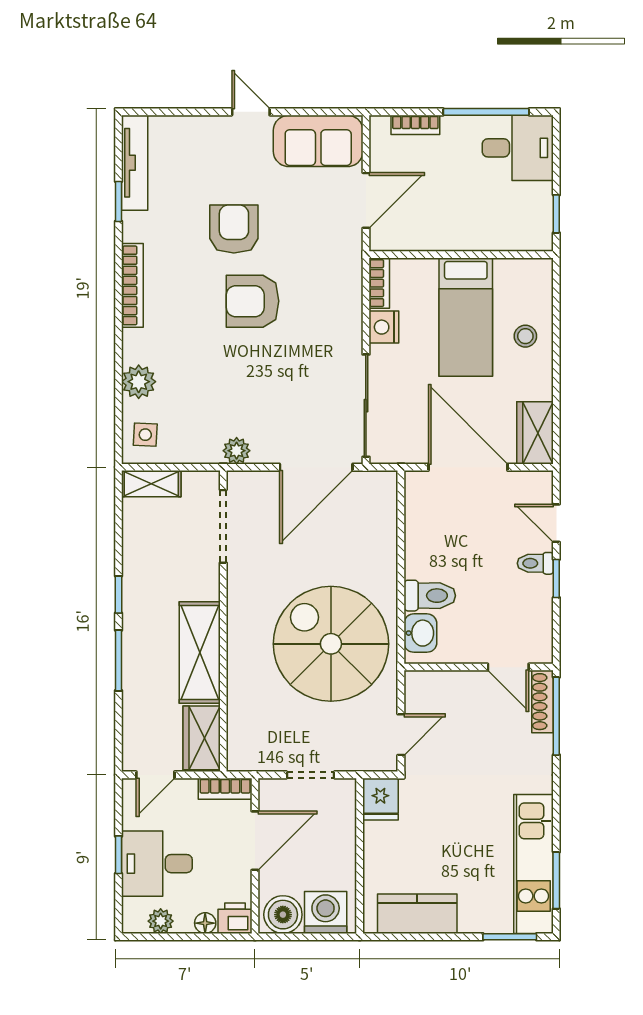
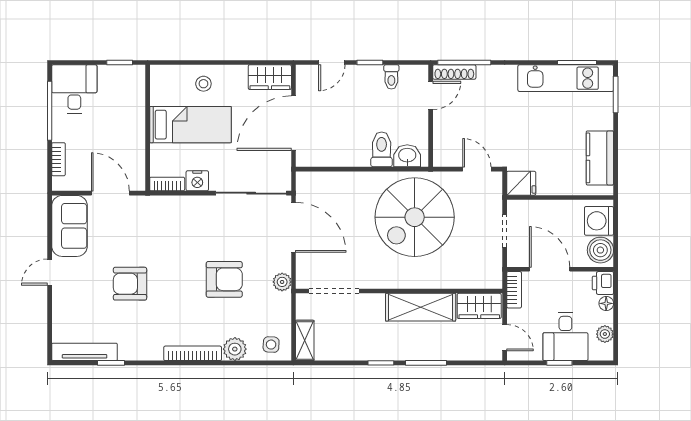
bookcase: (132, 285) -> (193, 353), moved
armchair: (253, 301) -> (224, 279), moved, turned -90
toilet: (535, 563) -> (391, 77), moved

